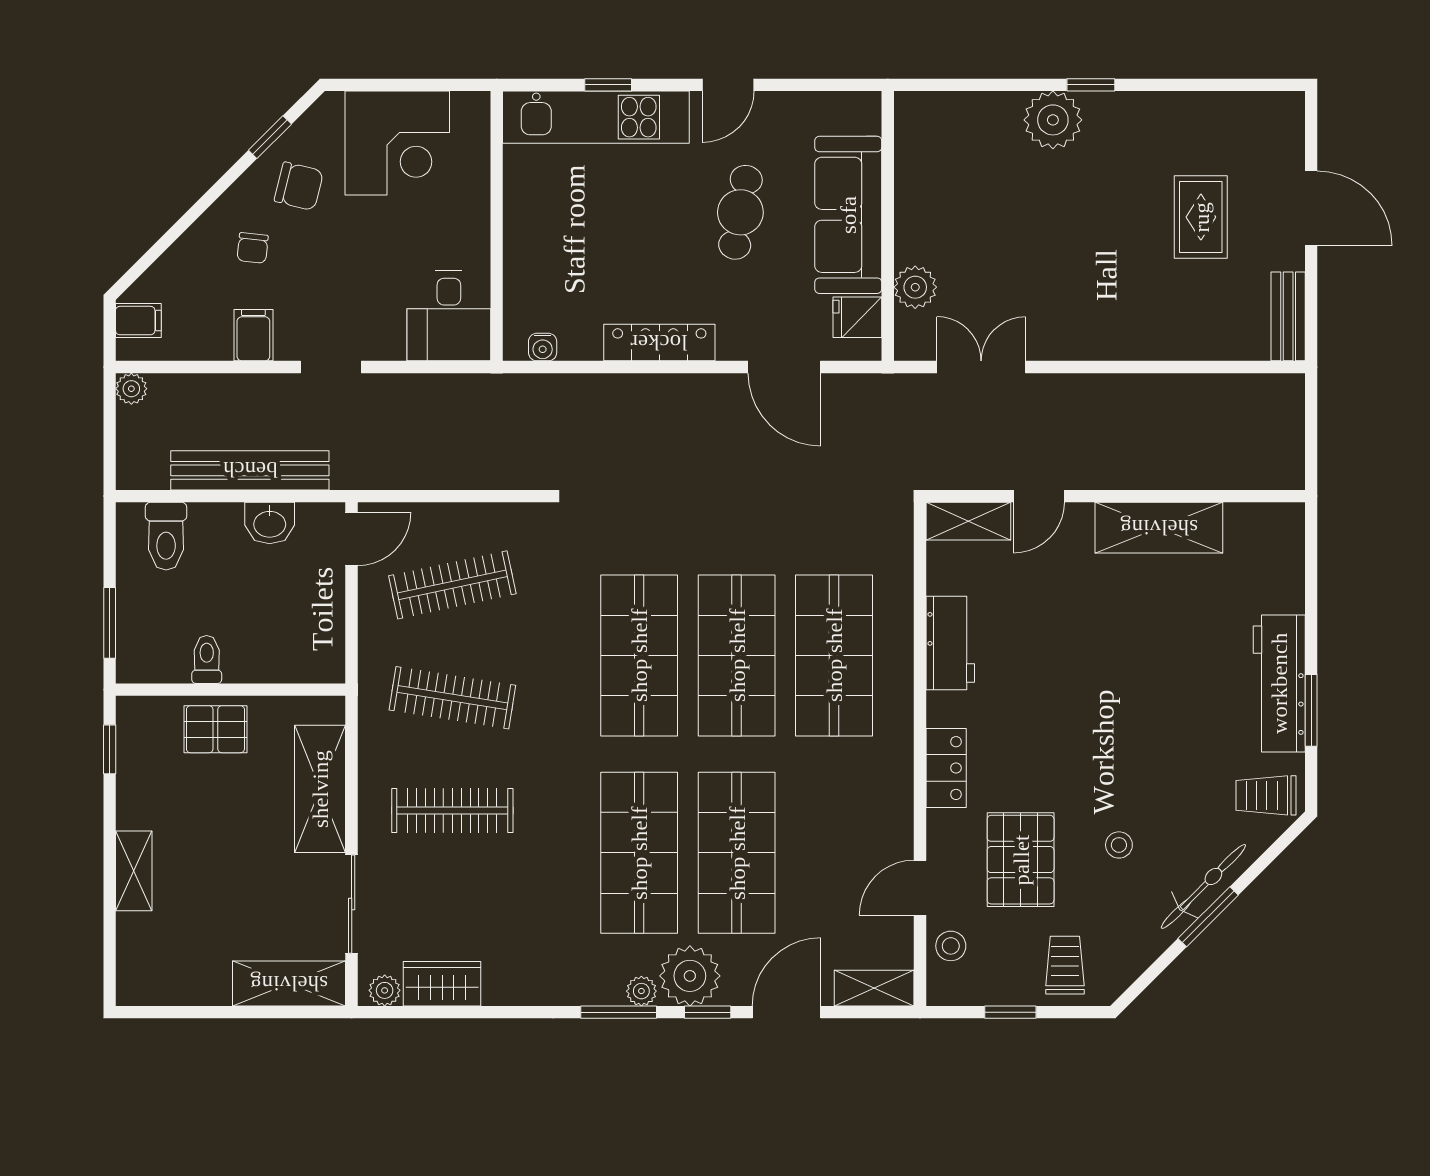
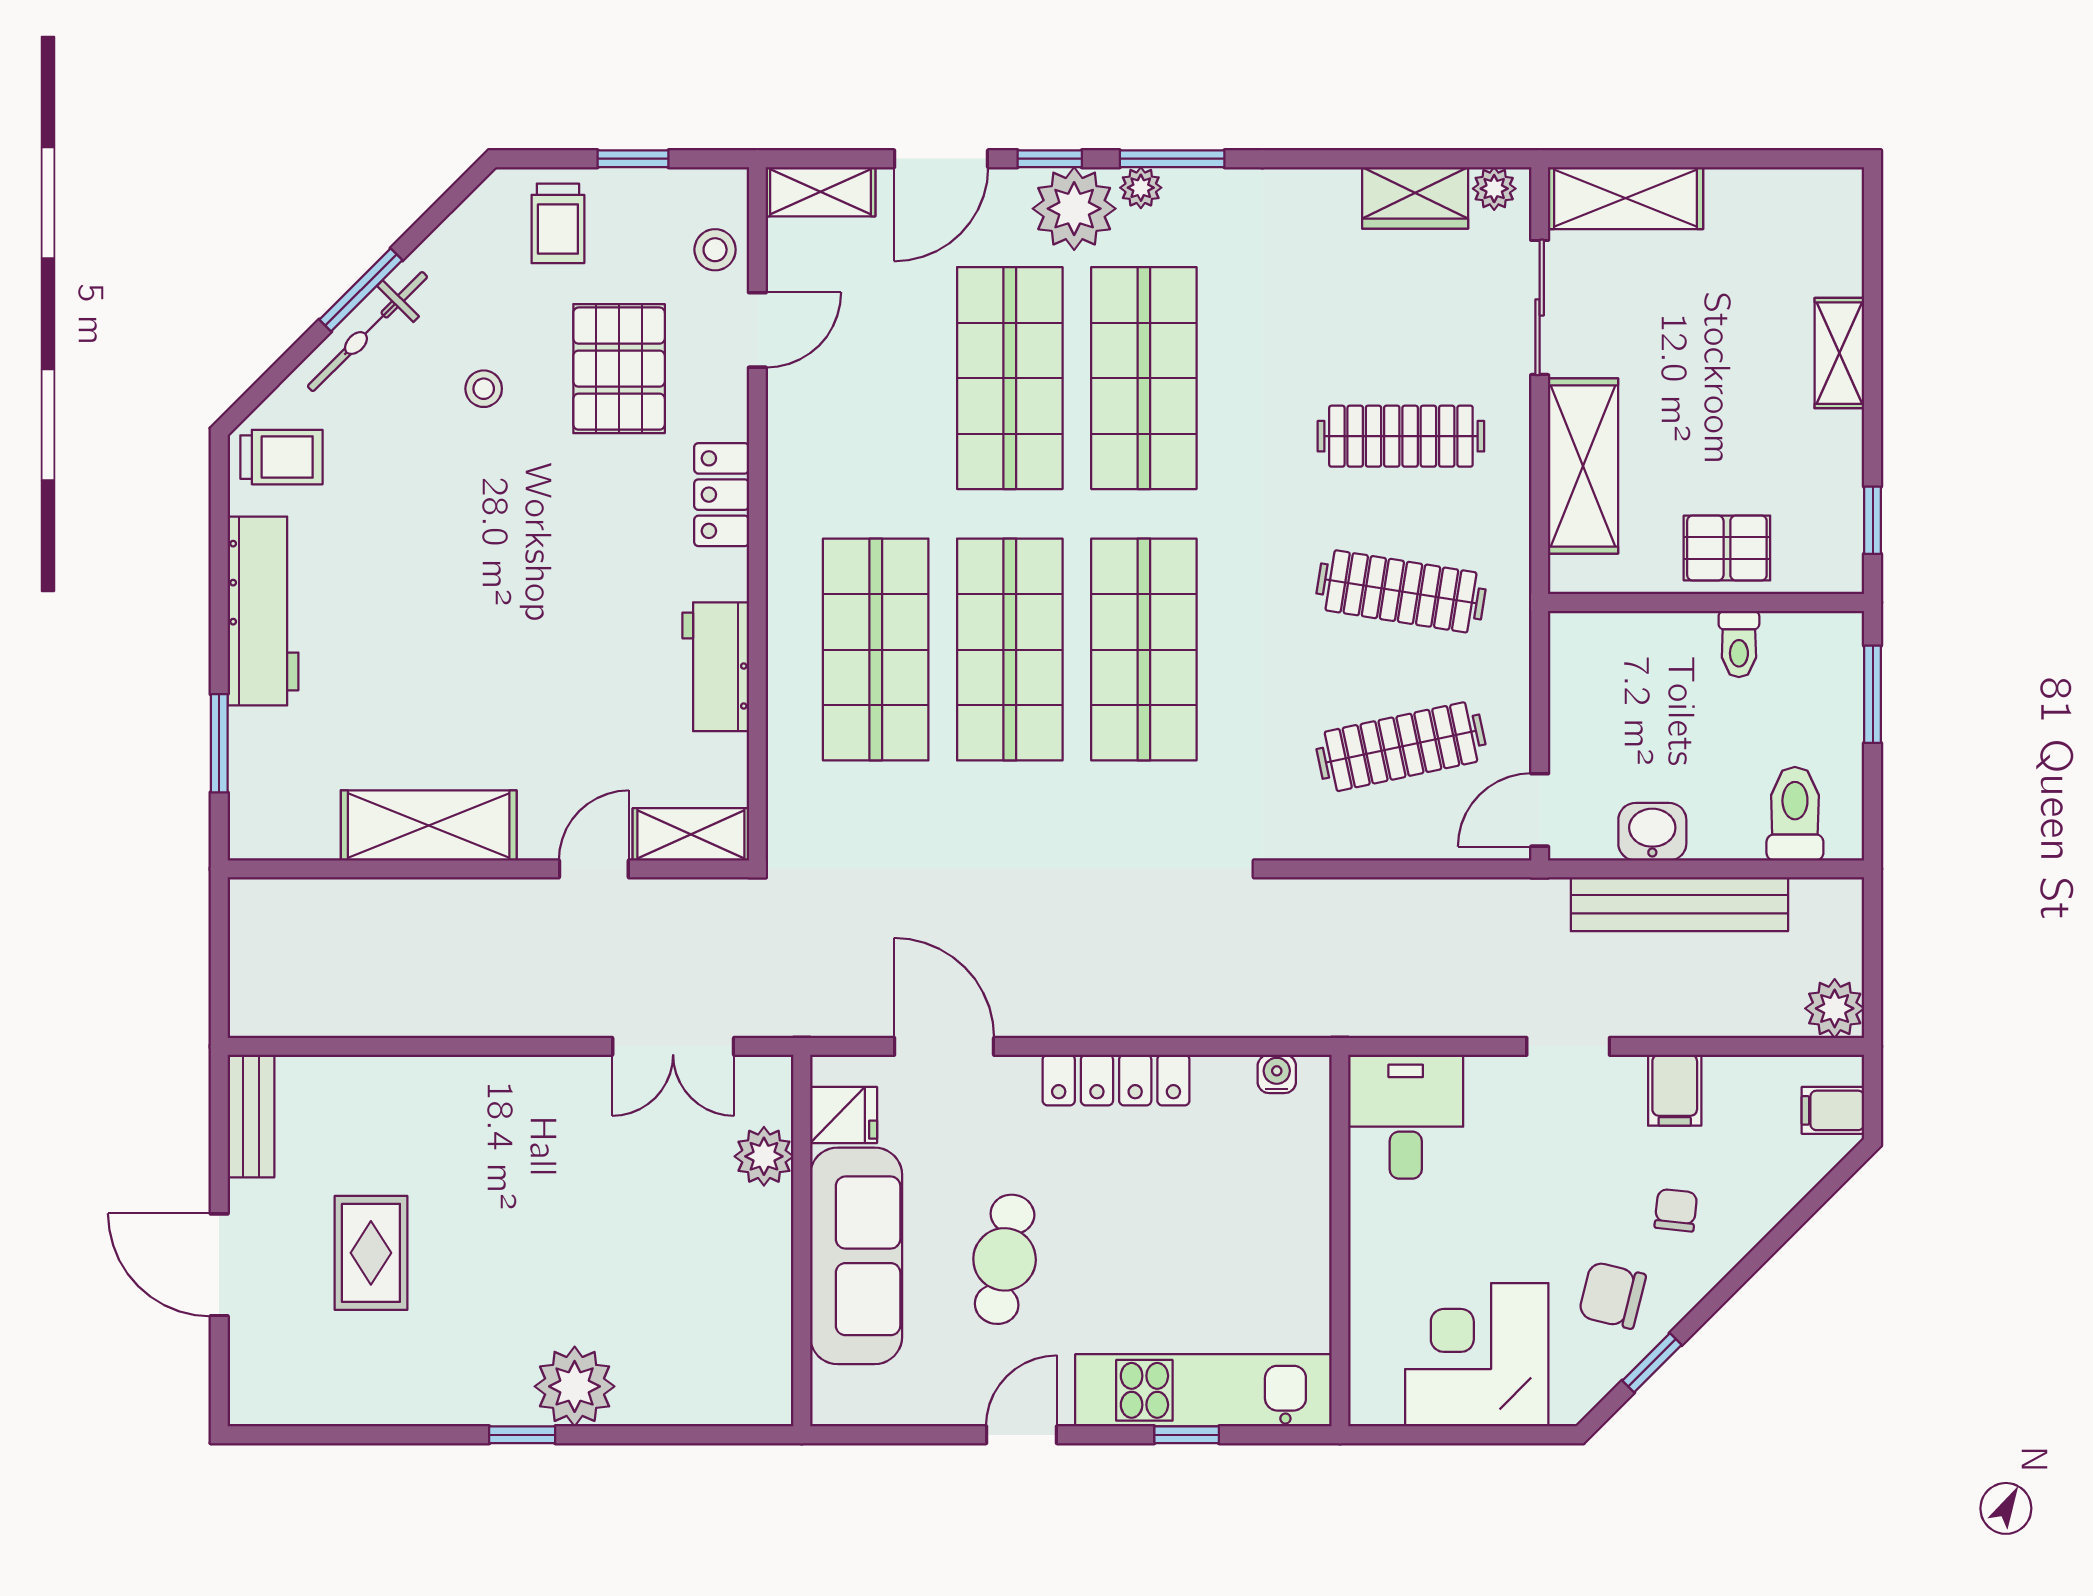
plant: (131, 389) -> (1835, 1008), width x1.38, depth x1.38
window: (1311, 710) -> (219, 743), moved

